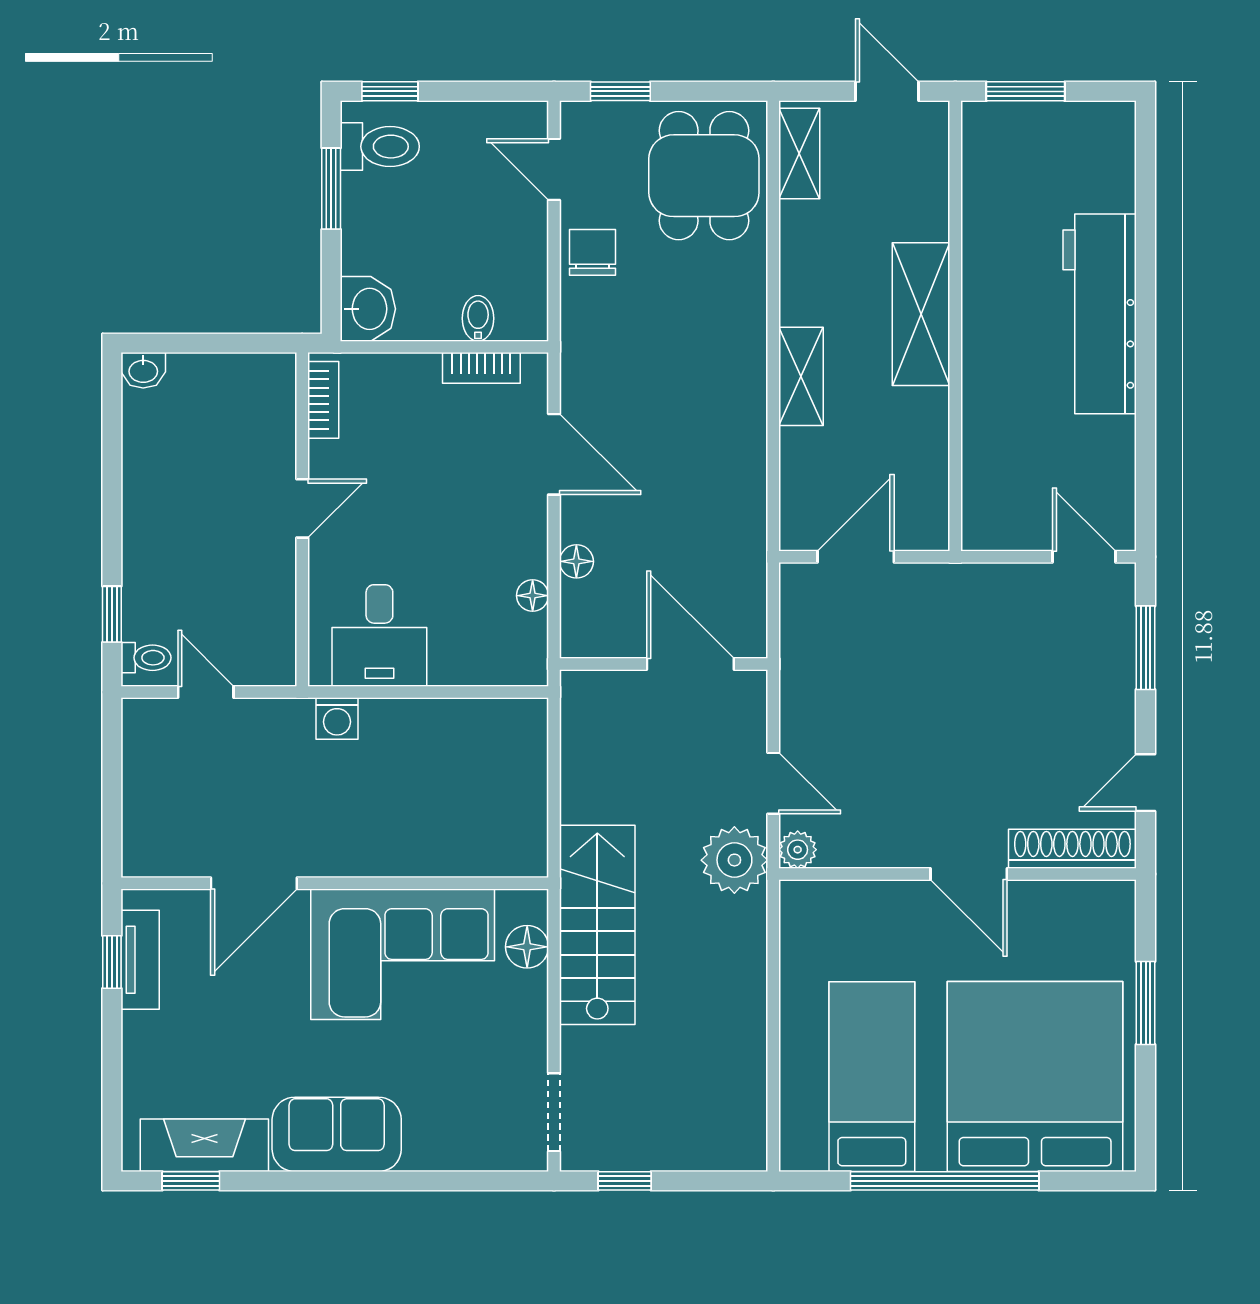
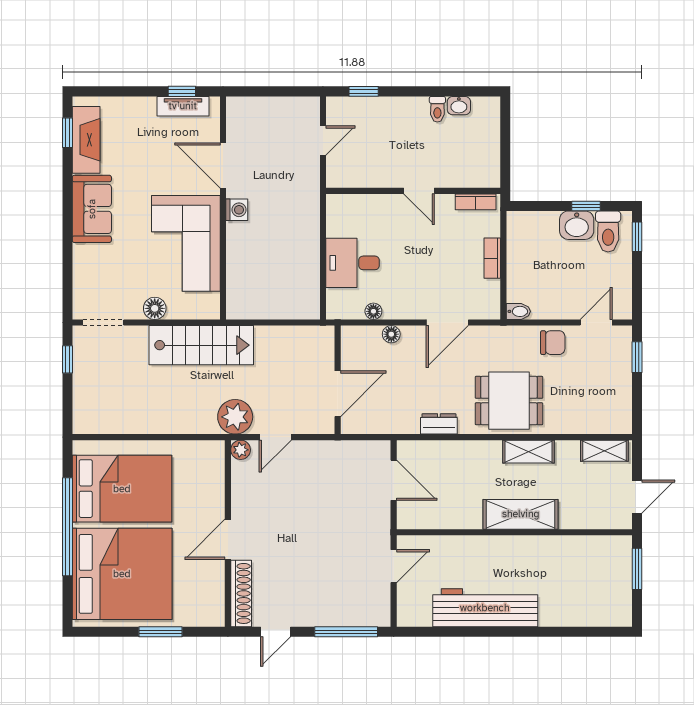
dining table: (704, 176) -> (509, 401), moved
window: (331, 189) -> (586, 206), width x0.67
washbasin: (368, 309) -> (577, 225), moved
workbench: (1100, 314) -> (485, 608), moved
bidet: (478, 318) -> (518, 311), moved
bookcase: (481, 368) -> (492, 258), moved
washbasin: (143, 370) -> (459, 106), moved, turned -90
shelving: (801, 376) -> (529, 452), moved
dresser: (748, 470) -> (439, 424), added
door: (1084, 557) -> (394, 566), moved
desk: (379, 636) -> (353, 263), moved
window: (1146, 648) -> (346, 632), width x1.44
toilet: (146, 658) -> (437, 109), moved
washing machine: (337, 718) -> (237, 210), moved, turned 180
door: (1146, 783) -> (276, 632), swing flipped
floor lamp: (527, 947) -> (155, 308), moved
bed: (872, 1077) -> (122, 489), width x1.50

